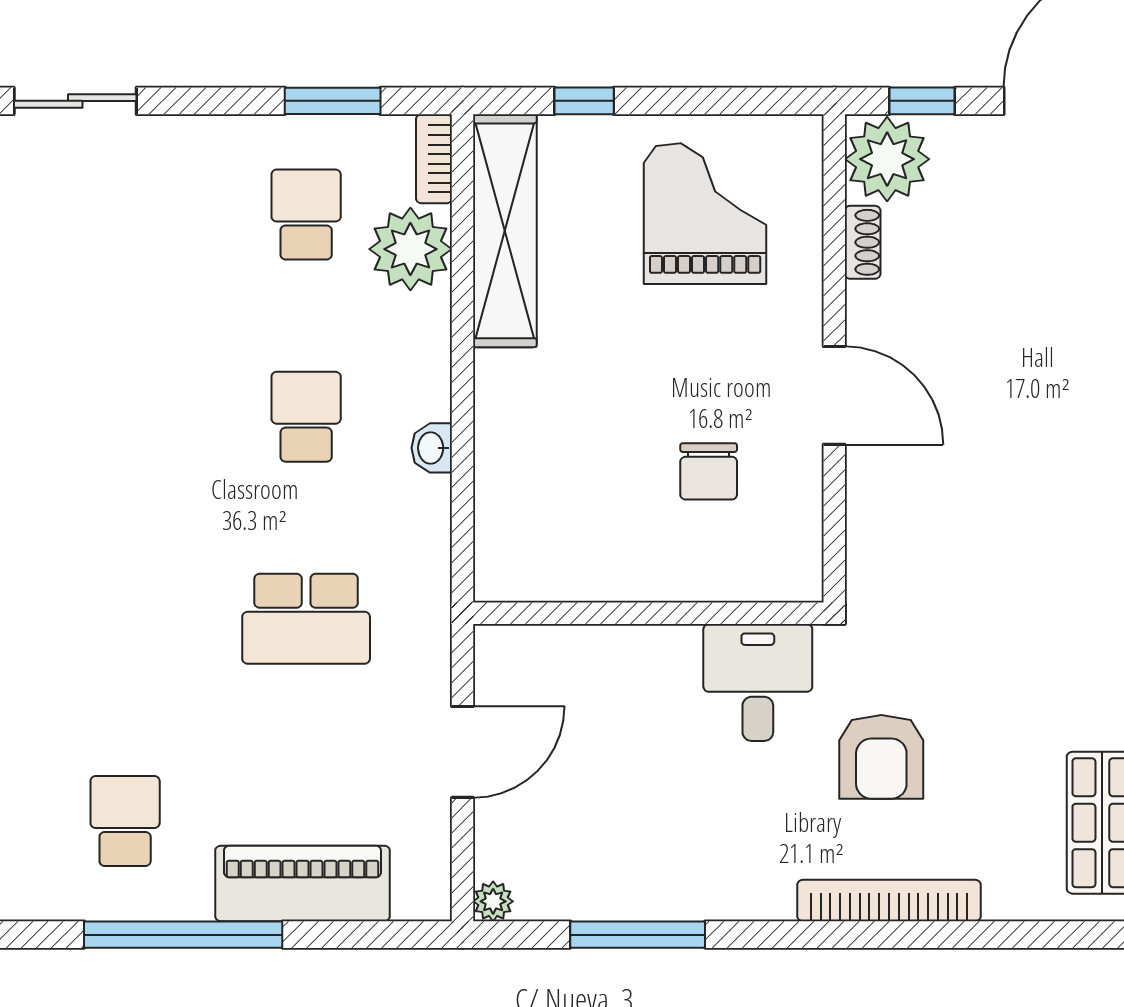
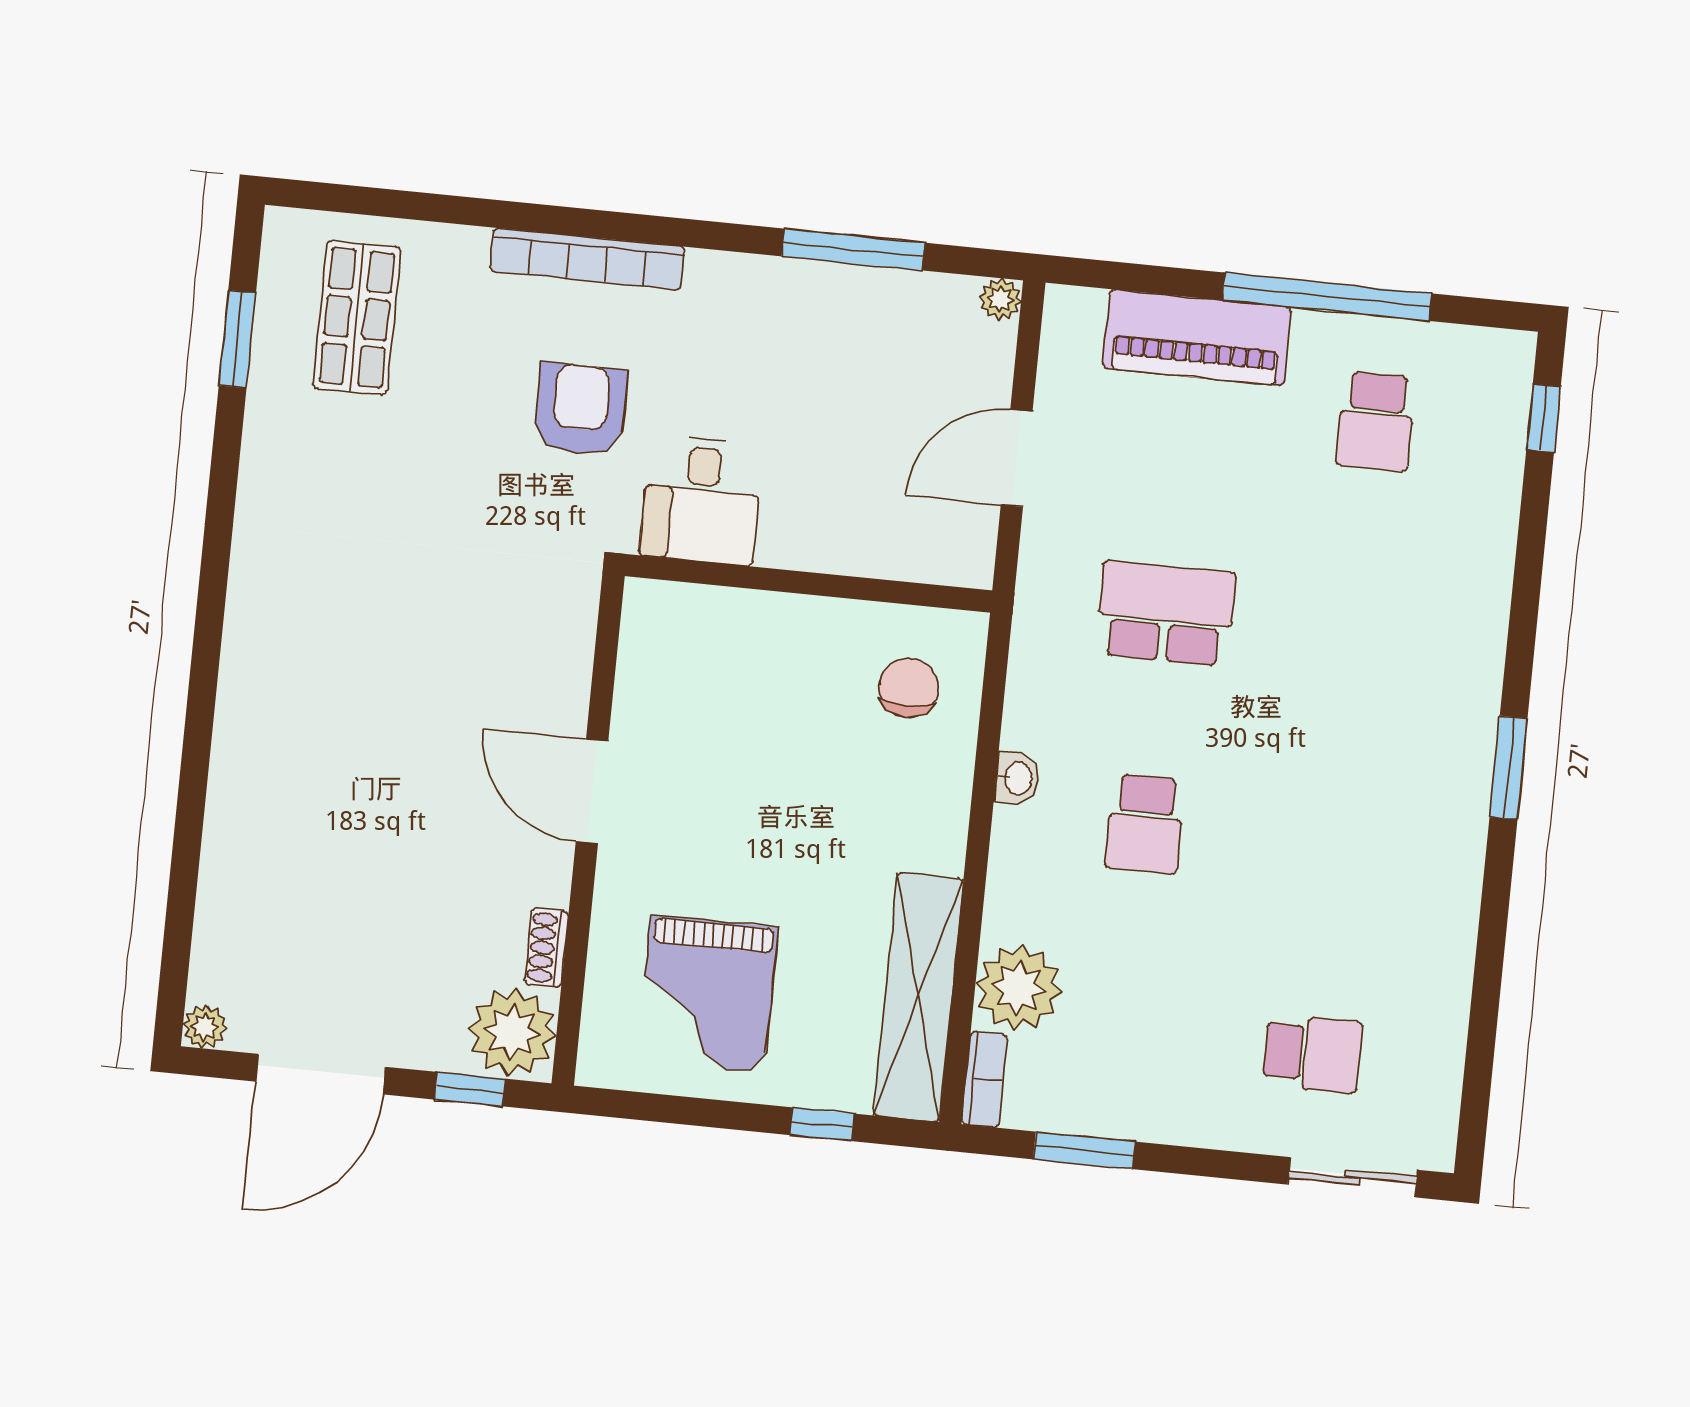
school desk: (306, 214) -> (1313, 1054), moved, turned -90
chair: (709, 471) -> (909, 688), moved

